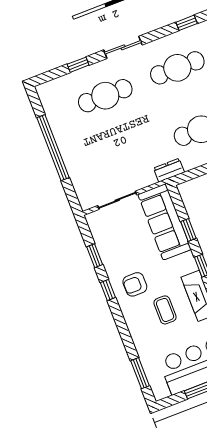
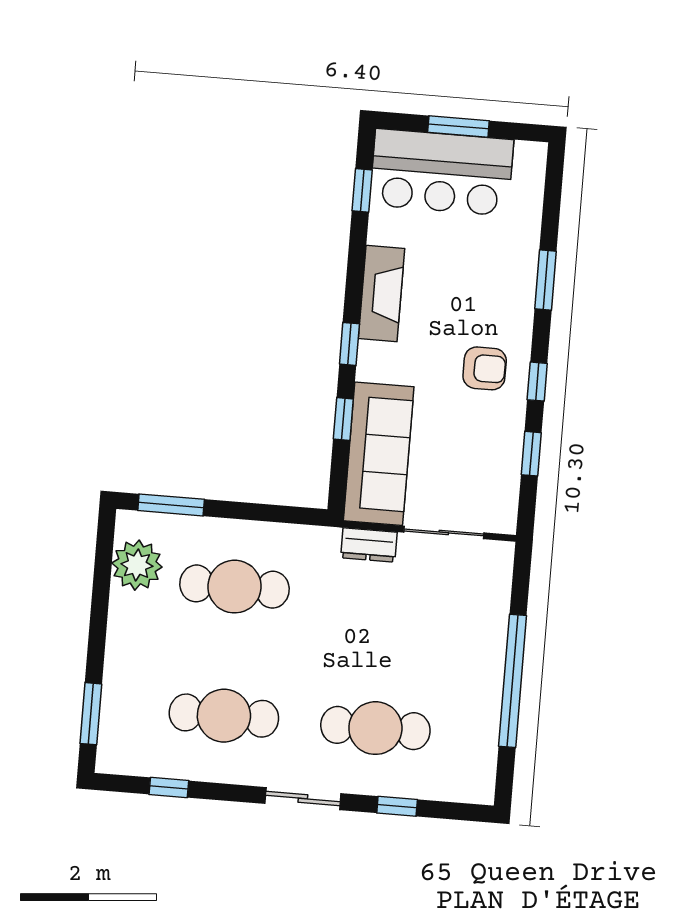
dresser: (169, 170) -> (369, 545), moved
coffee table: (165, 310) -> (453, 297), removed
window: (140, 373) -> (546, 280), moved

